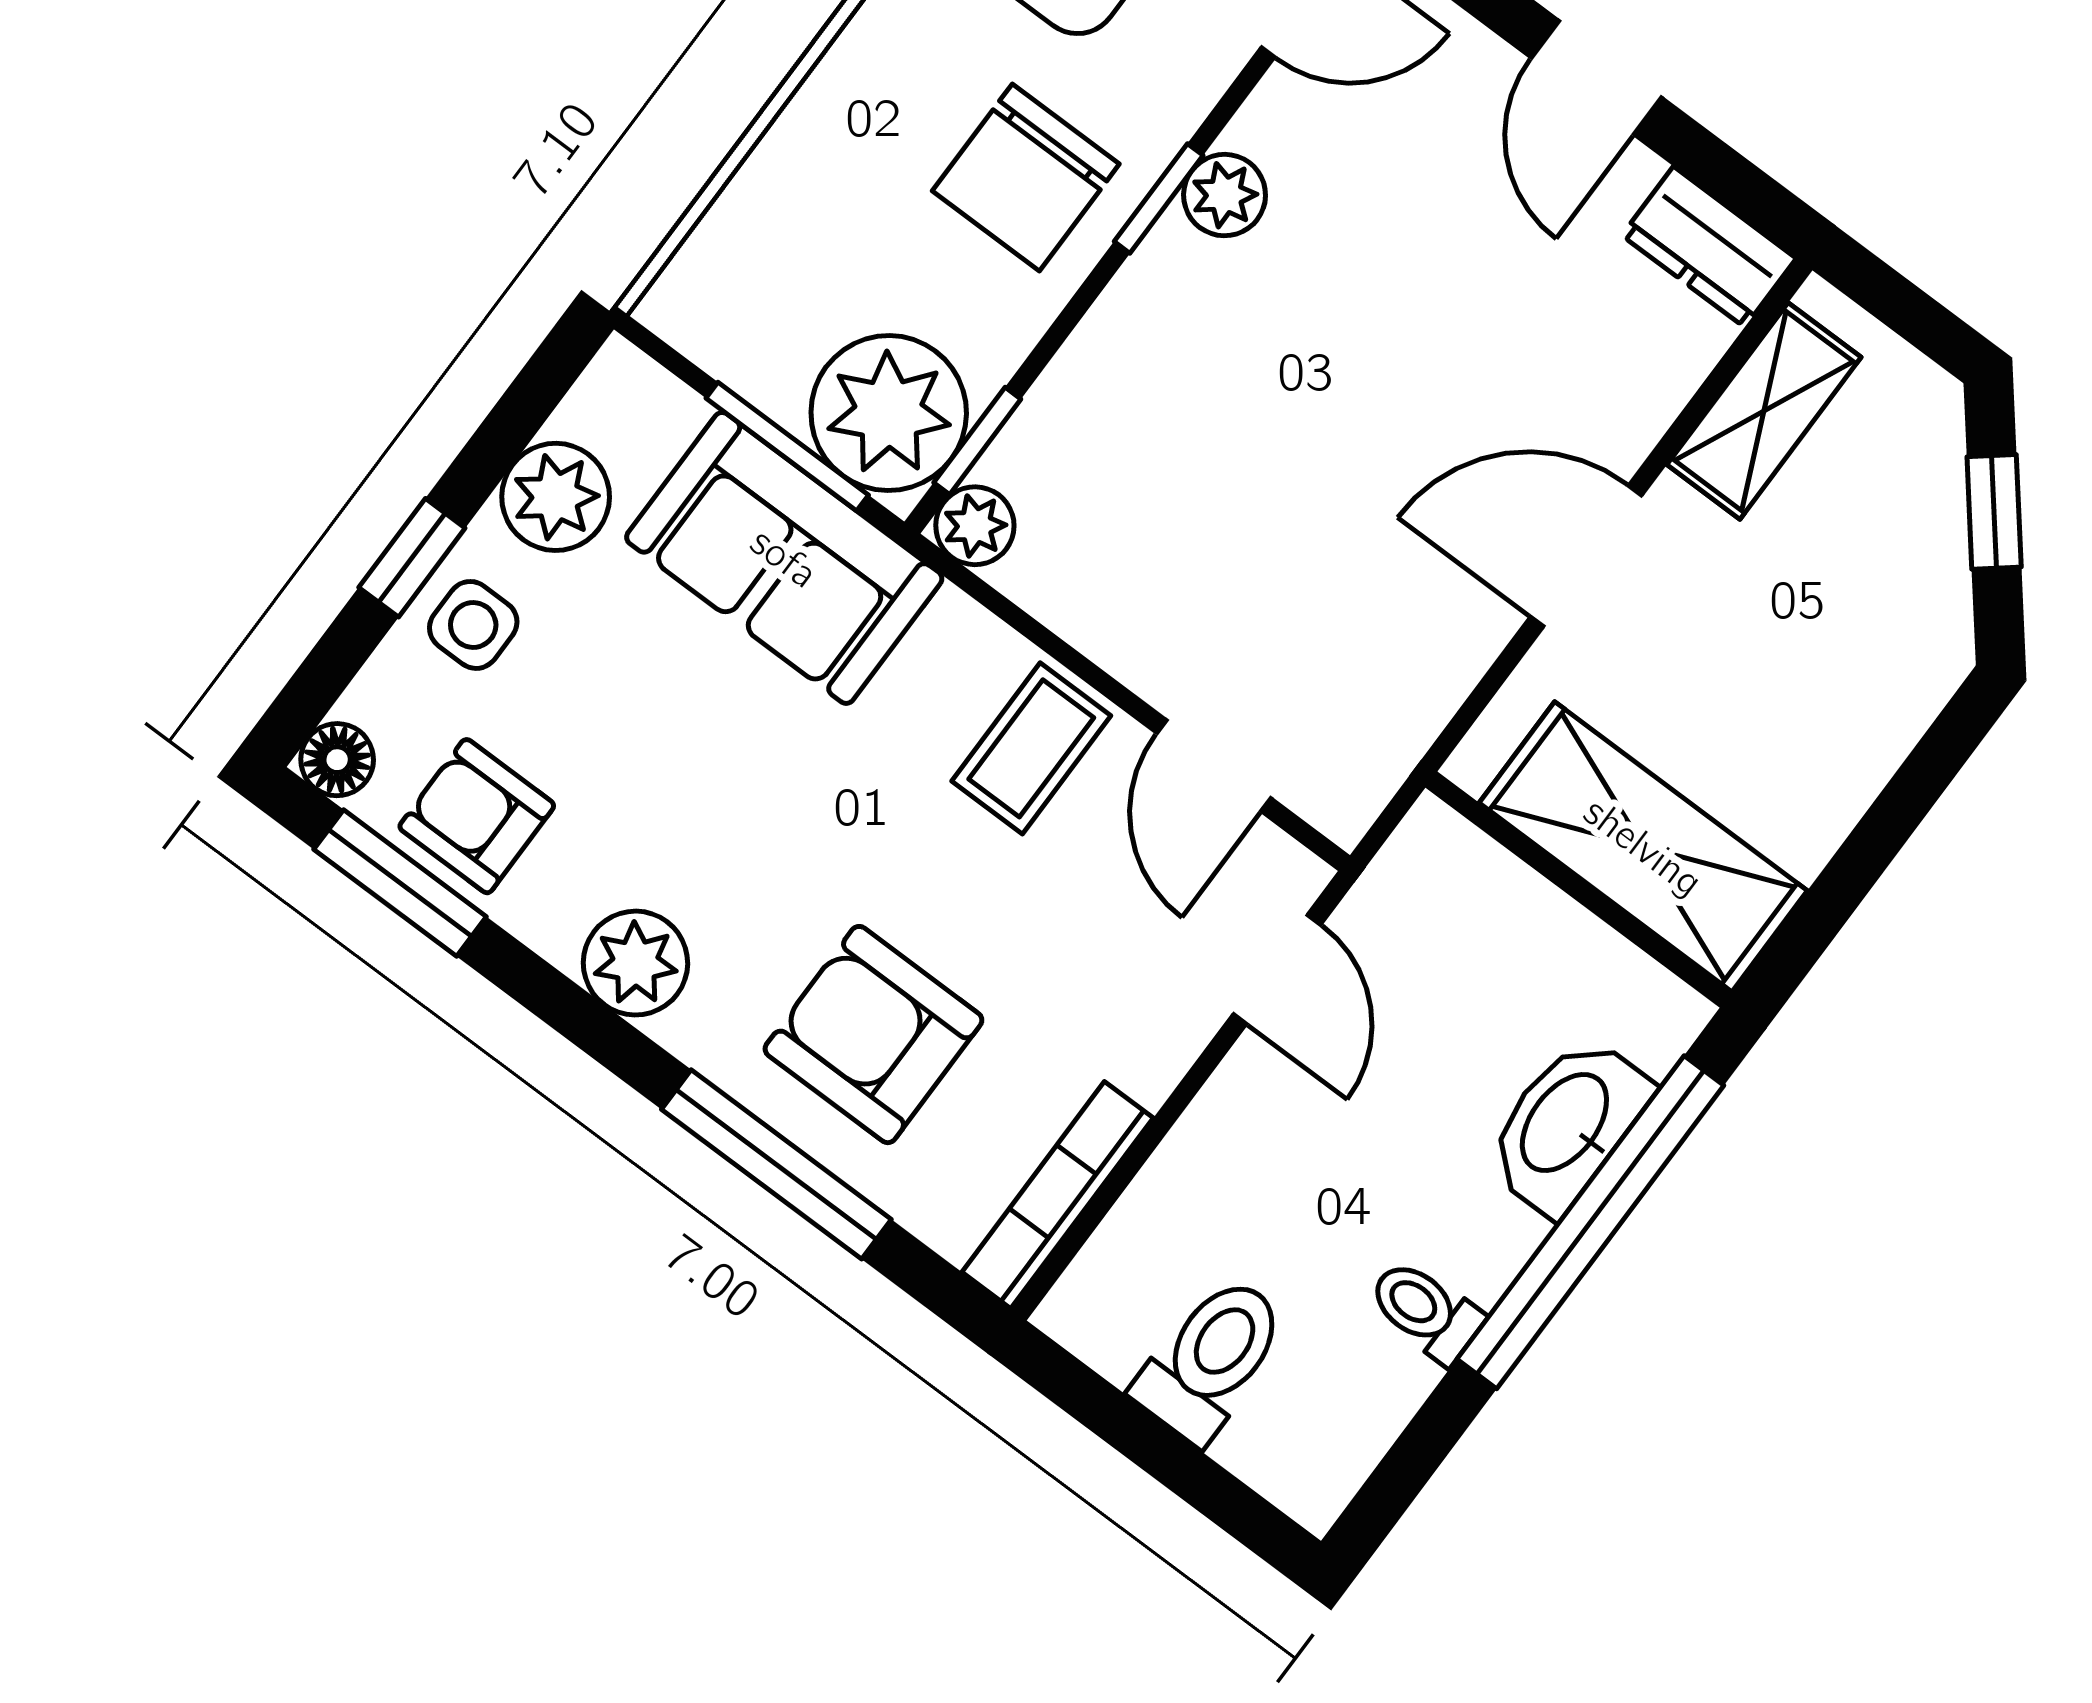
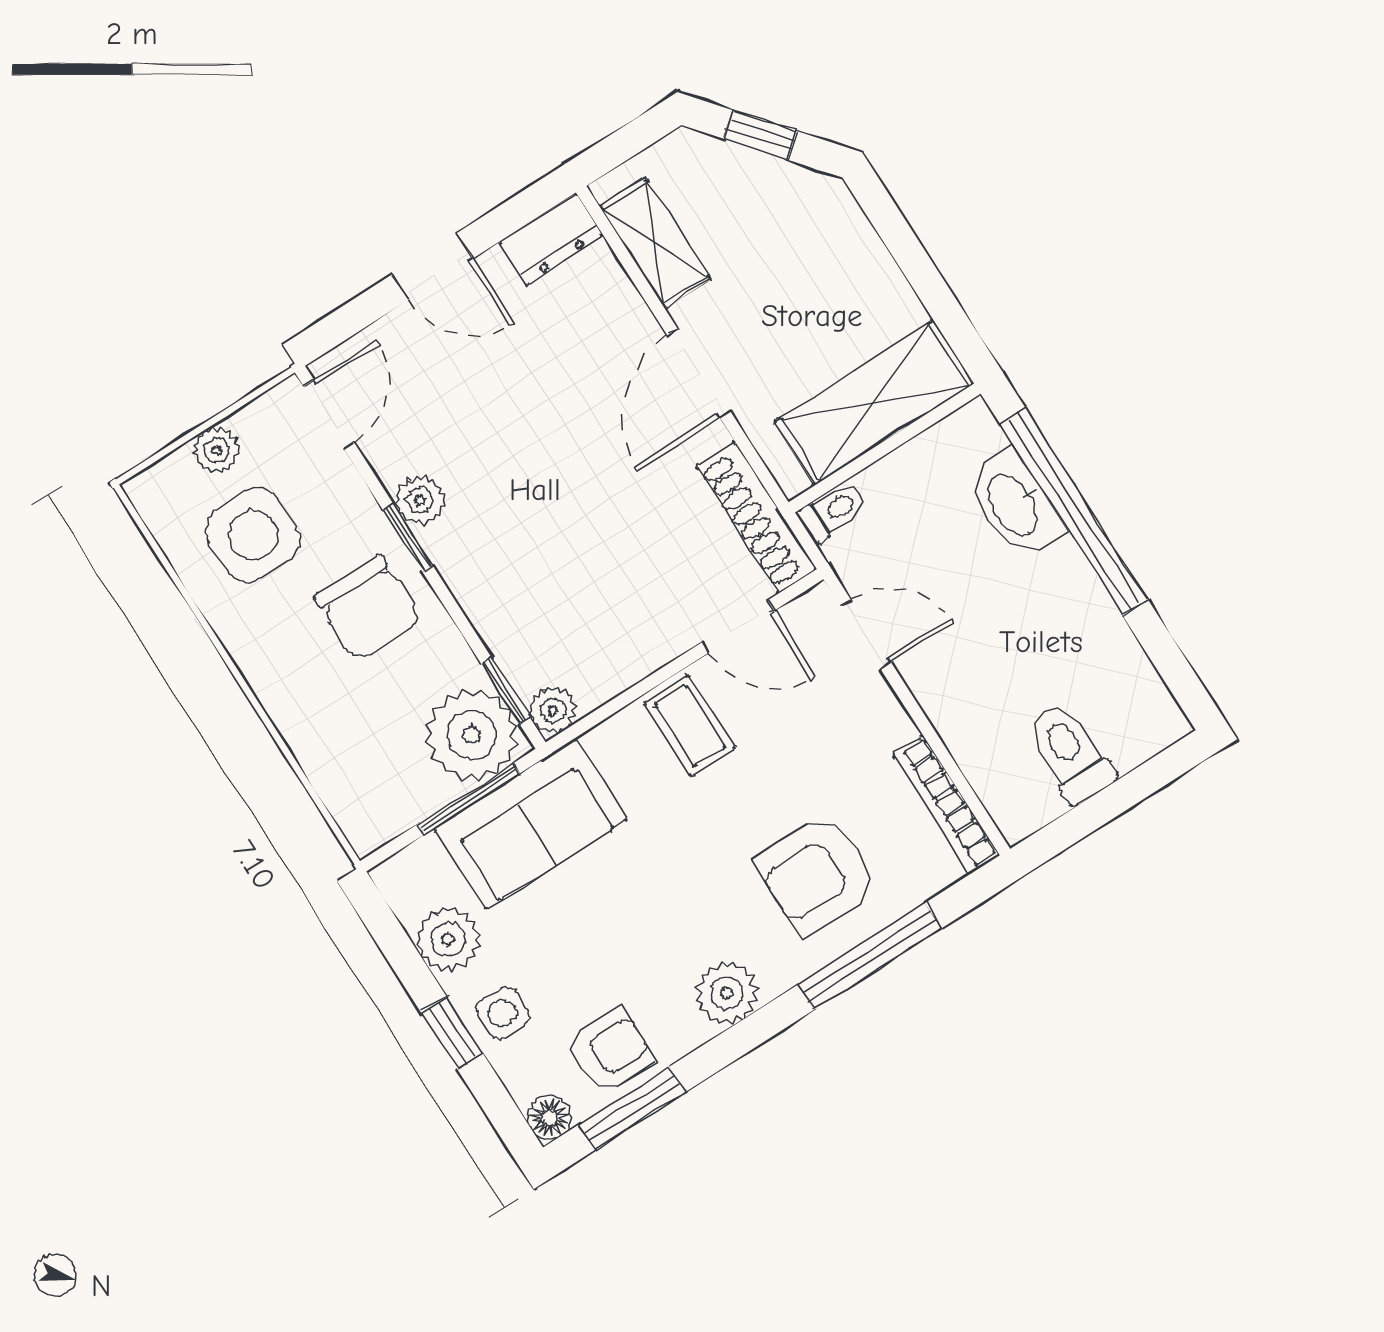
shoe rack: (1394, 730) -> (756, 518), added
armchair: (477, 816) -> (611, 1051), turned 180
toilet: (1425, 1311) -> (833, 512), moved, turned 180

